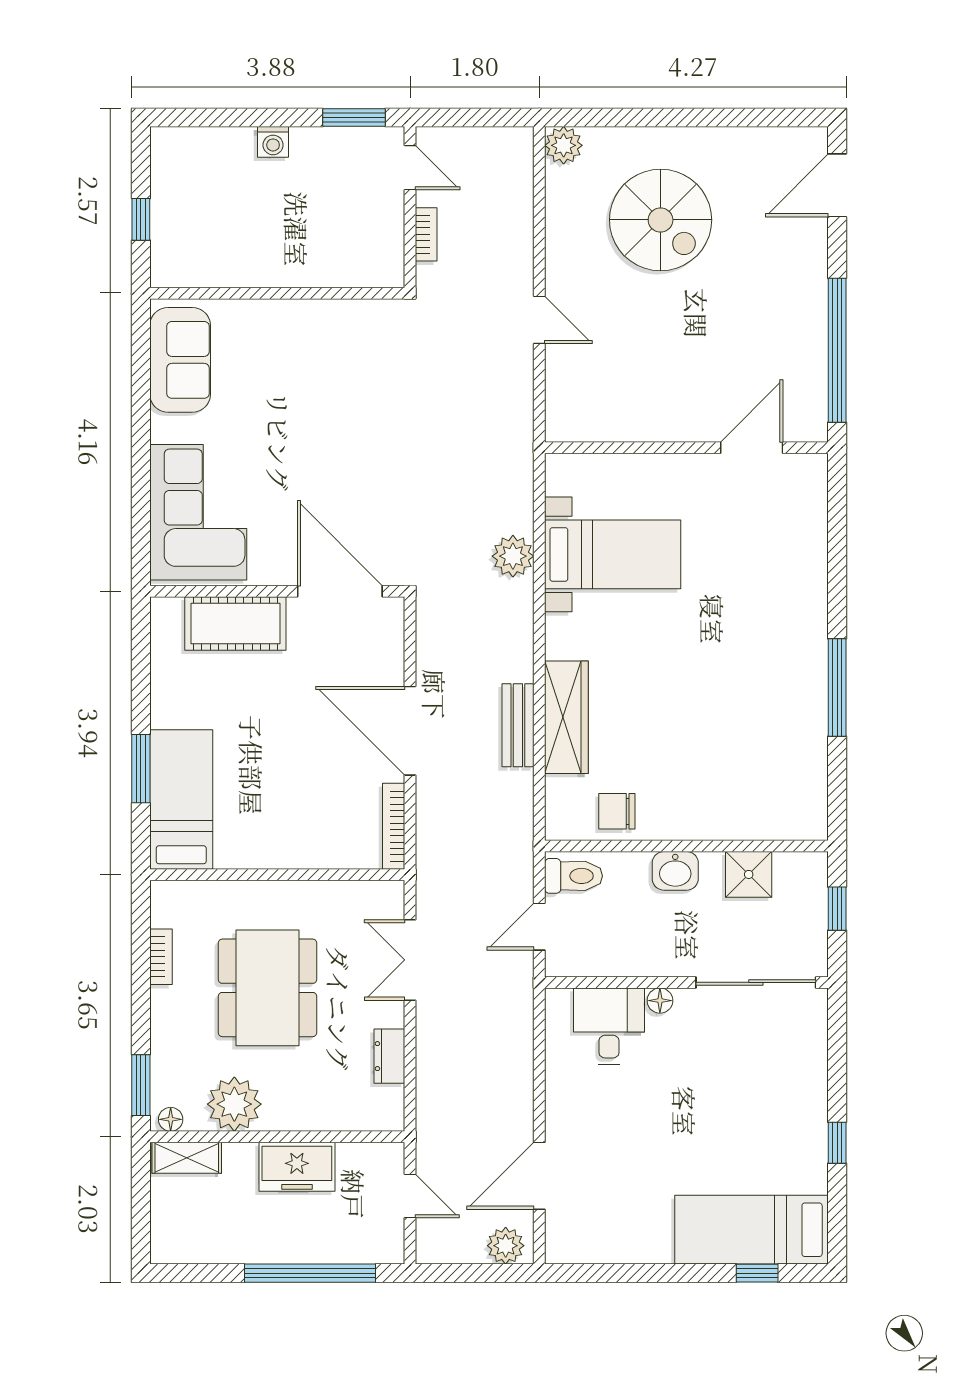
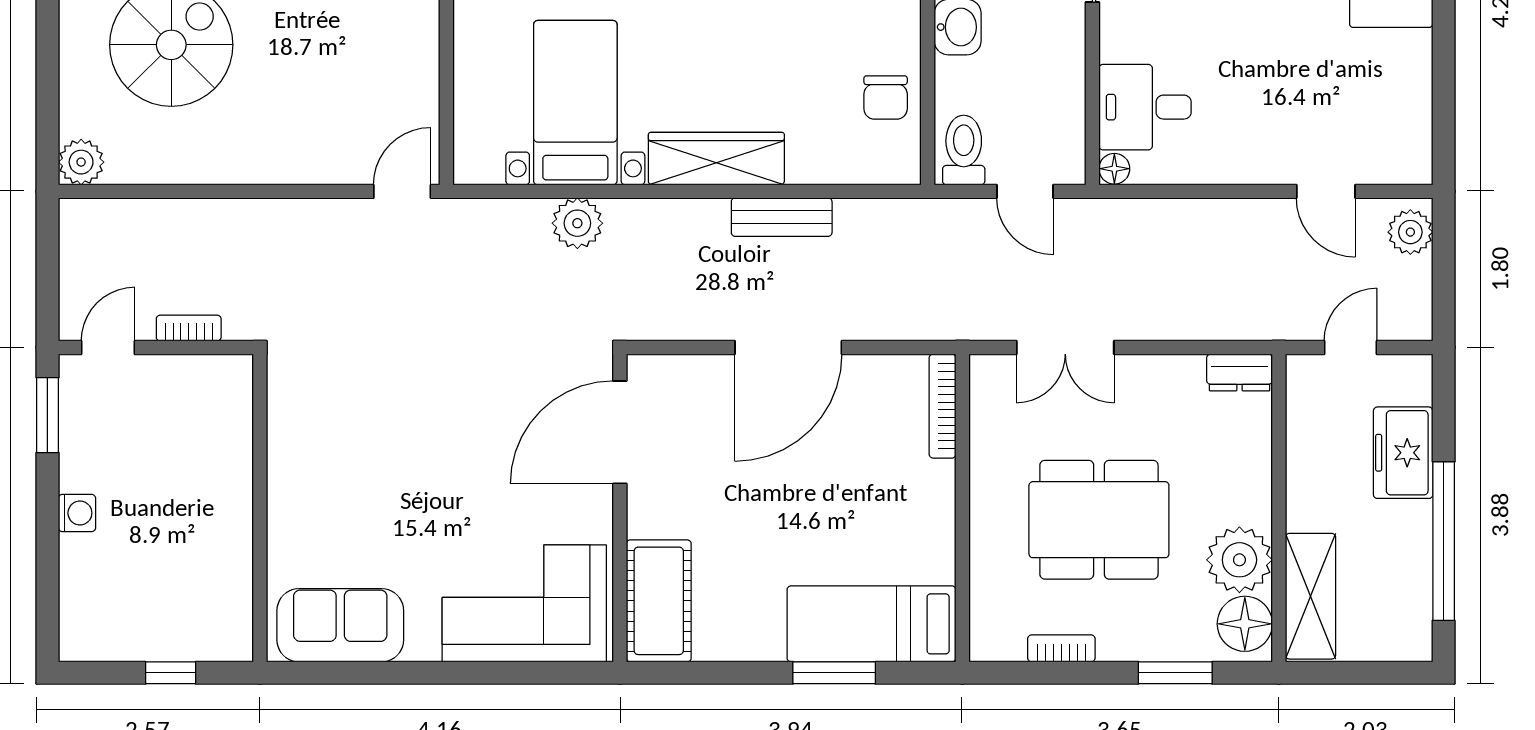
door: (539, 320) -> (402, 191), moved
cot: (235, 623) -> (659, 601), moved
wardrobe: (566, 717) -> (716, 159), moved
bookcase: (394, 826) -> (943, 406), moved, turned 90
floor lamp: (660, 1001) -> (1114, 169), moved
dresser: (389, 1056) -> (1240, 372), moved
window: (141, 1085) -> (1175, 673), moved
floor lamp: (171, 1119) -> (1245, 624), width x1.89, depth x1.89
shelving: (187, 1158) -> (1311, 596), width x1.50, depth x1.33
freezer: (297, 1167) -> (1403, 453), moved, turned 180
door: (539, 1176) -> (1326, 191), width x0.73
window: (310, 1273) -> (1444, 541), moved

